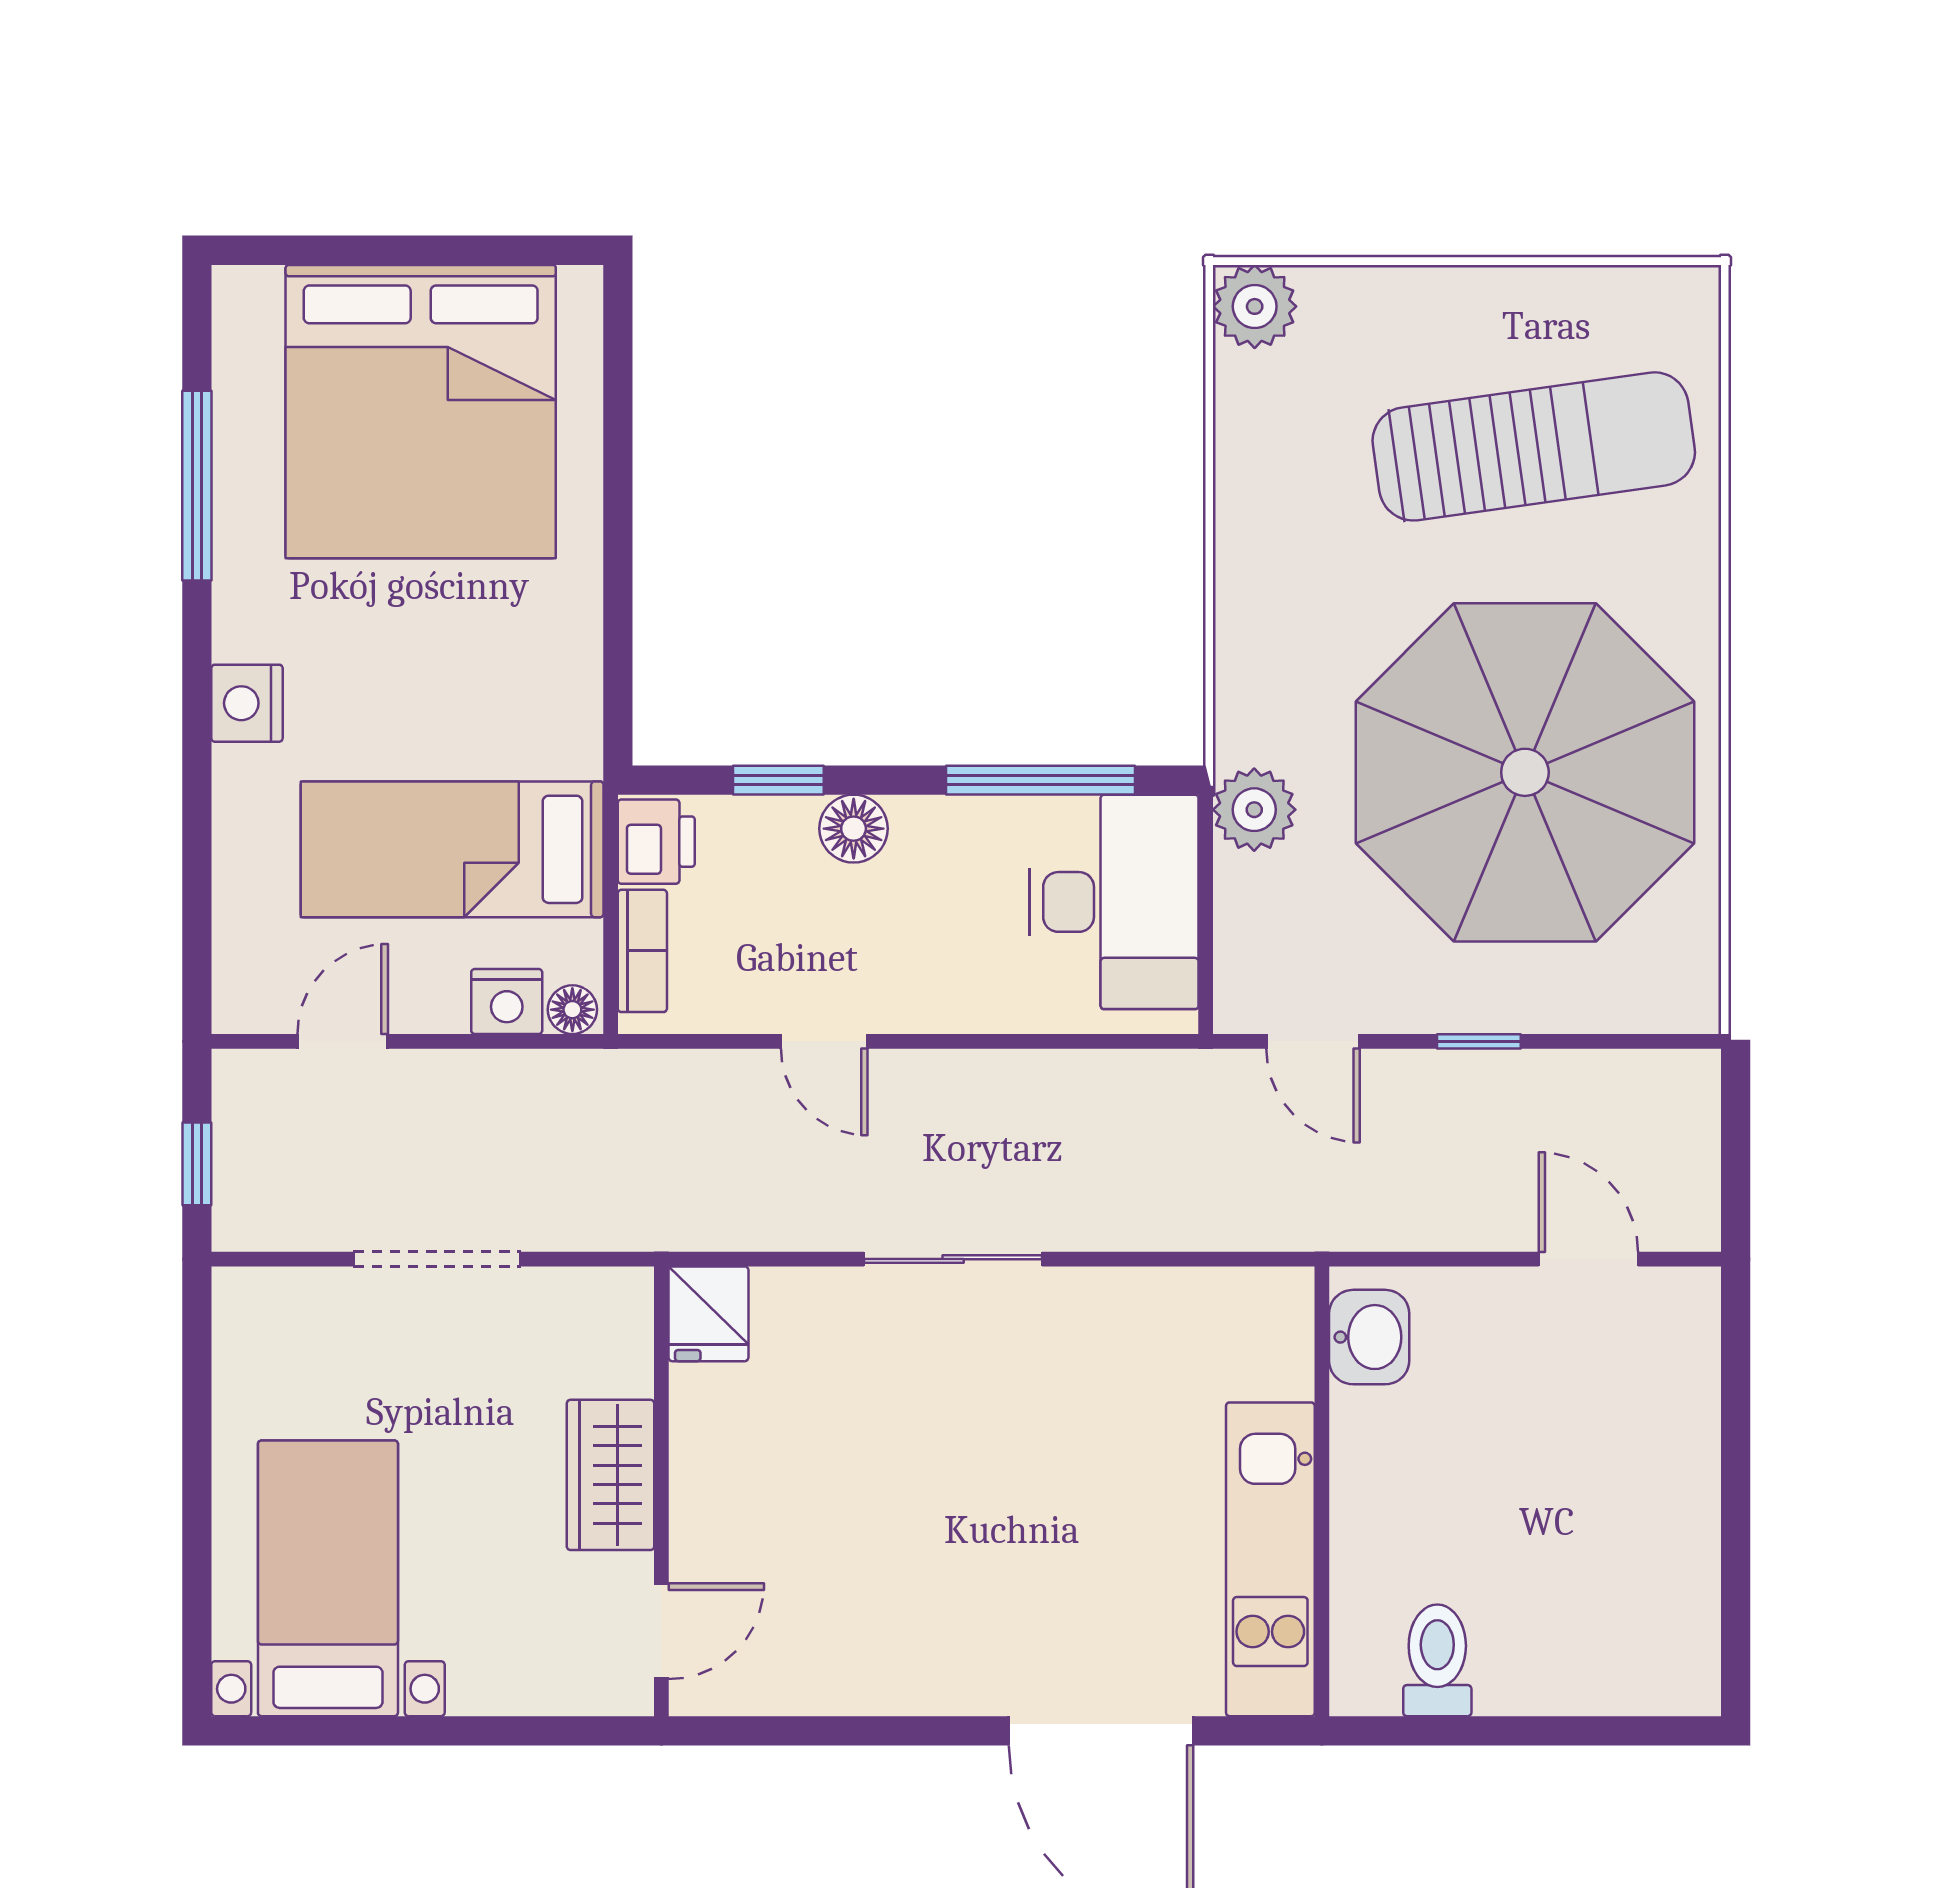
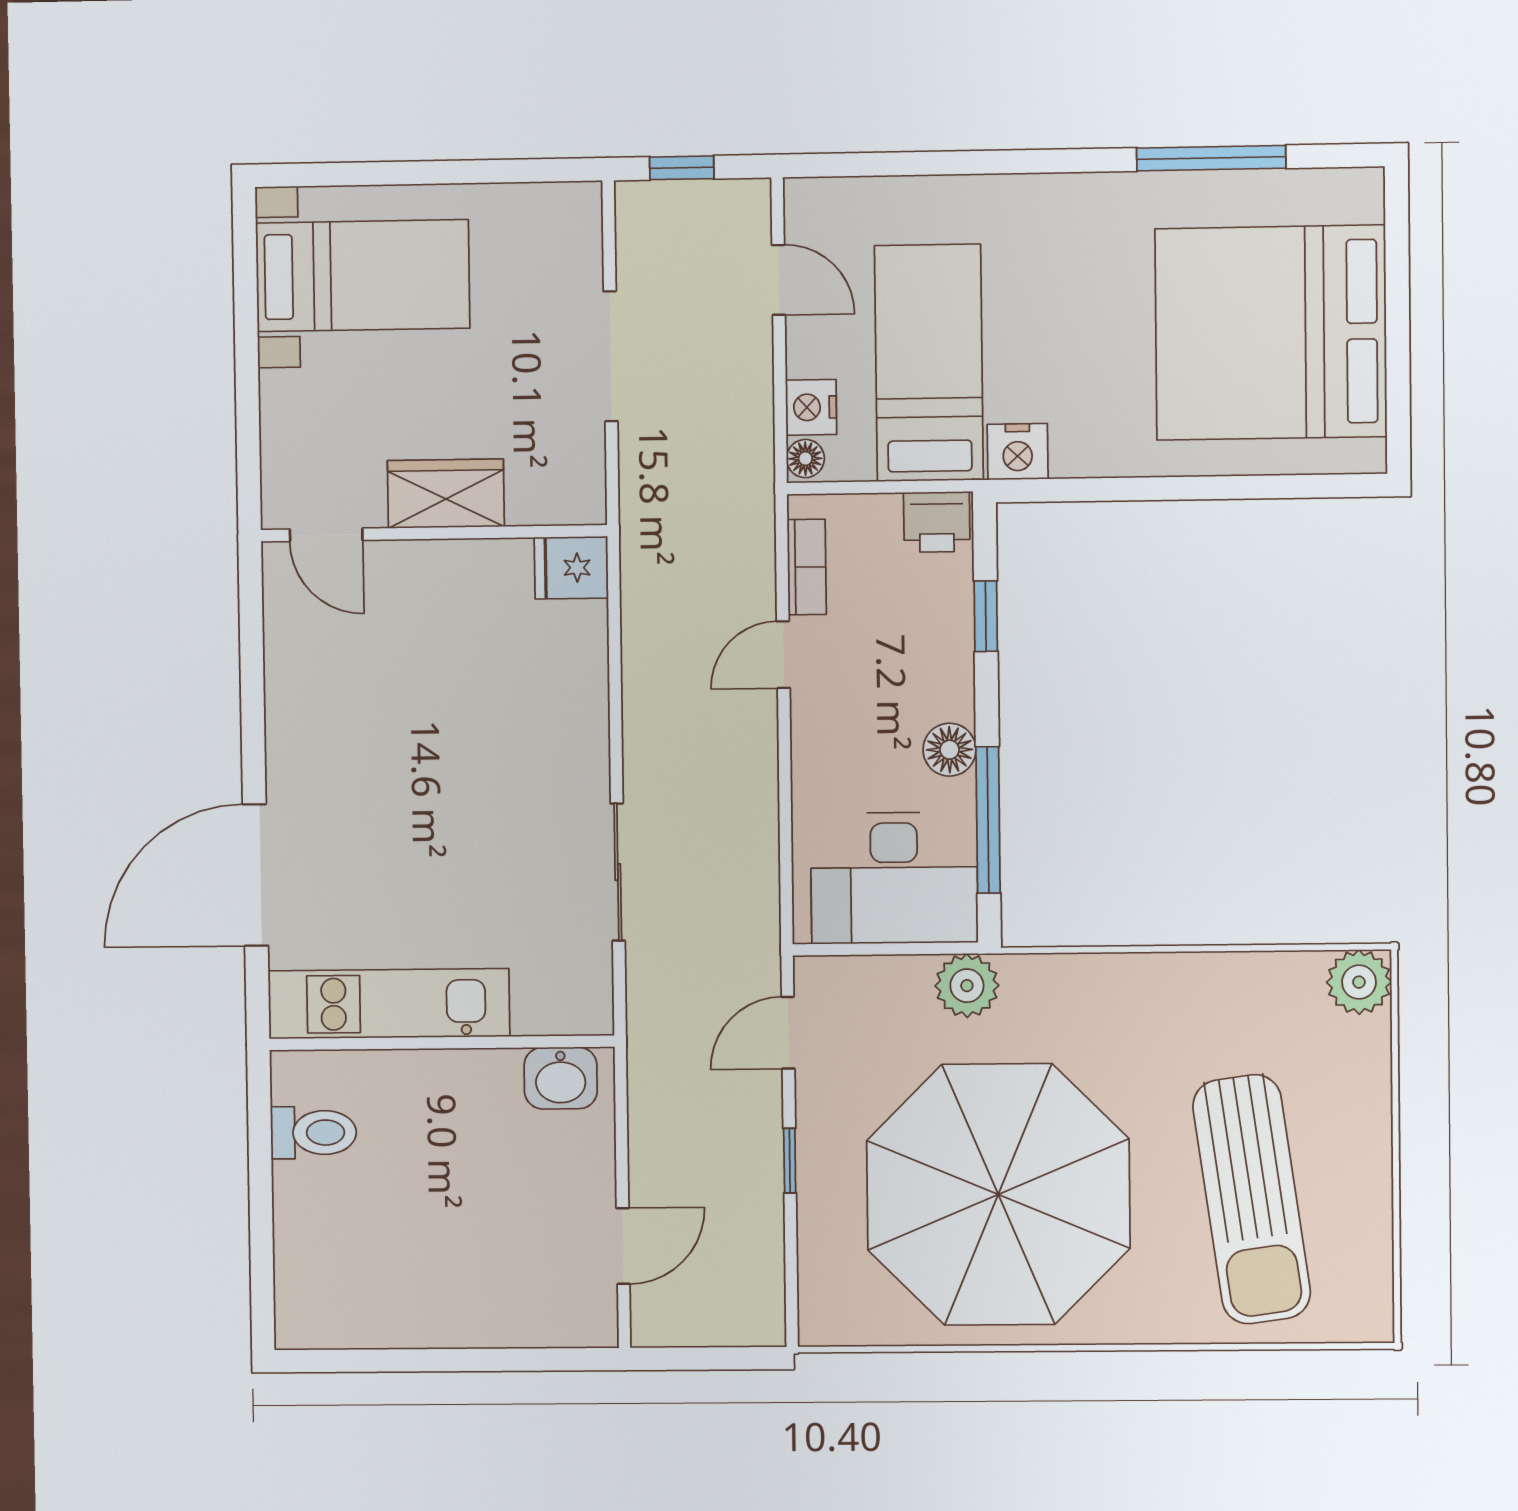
nightstand: (247, 703) -> (1018, 452), moved, turned 180
floor lamp: (854, 829) -> (949, 750), moved
bookcase: (642, 951) -> (807, 567), moved, turned -90
sliding door: (953, 1259) -> (618, 872), moved

